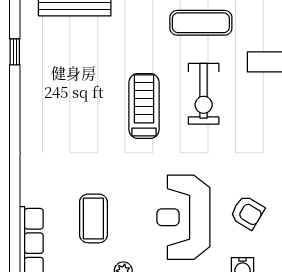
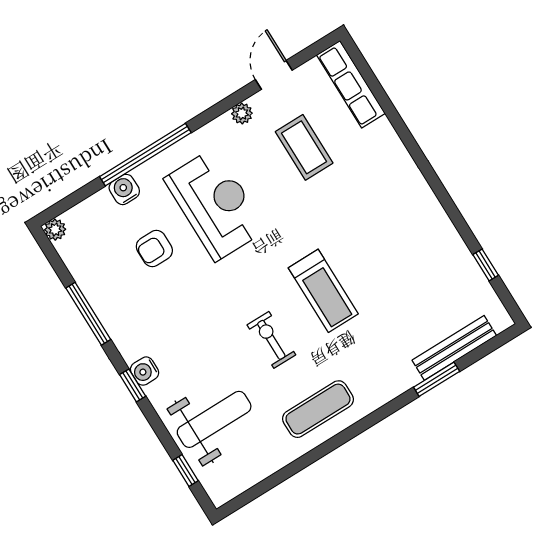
exercise bike: (204, 94) -> (271, 340), width x0.73, depth x0.72
armchair: (247, 212) -> (154, 248), turned -31

